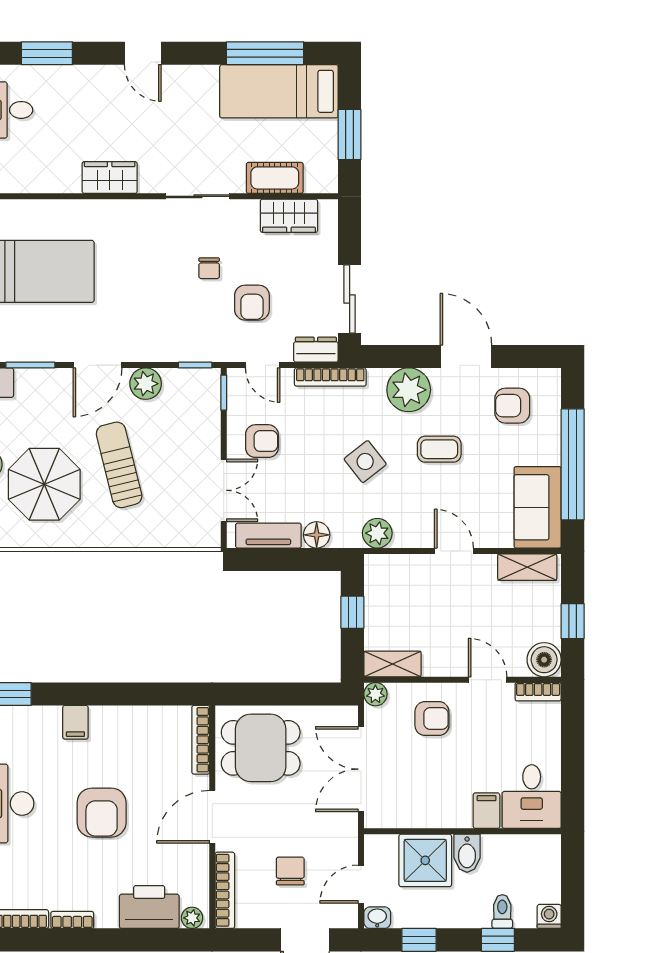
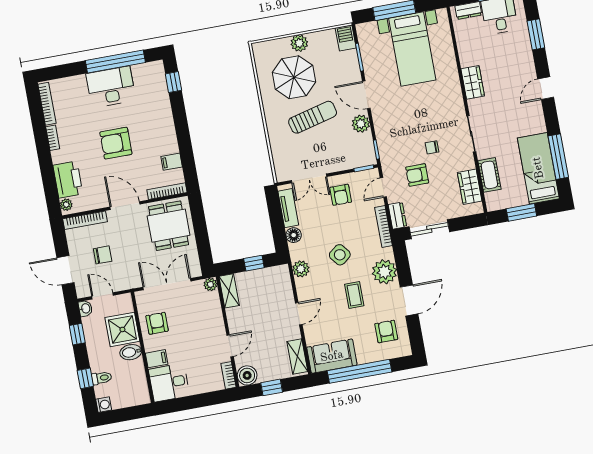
armchair: (432, 719) -> (157, 323), moved, turned 180
filing cabinet: (75, 722) -> (172, 162), moved

